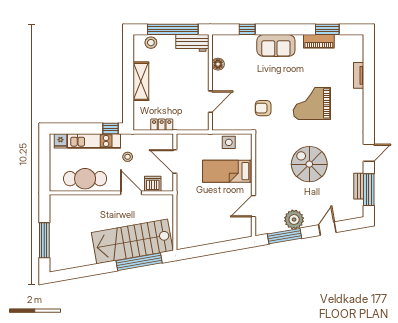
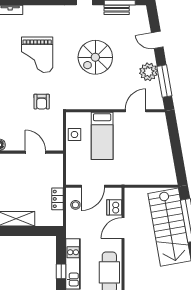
window: (110, 128) -> (61, 271), moved
stool: (128, 157) -> (75, 205), moved
door: (254, 206) -> (136, 111), swing flipped

